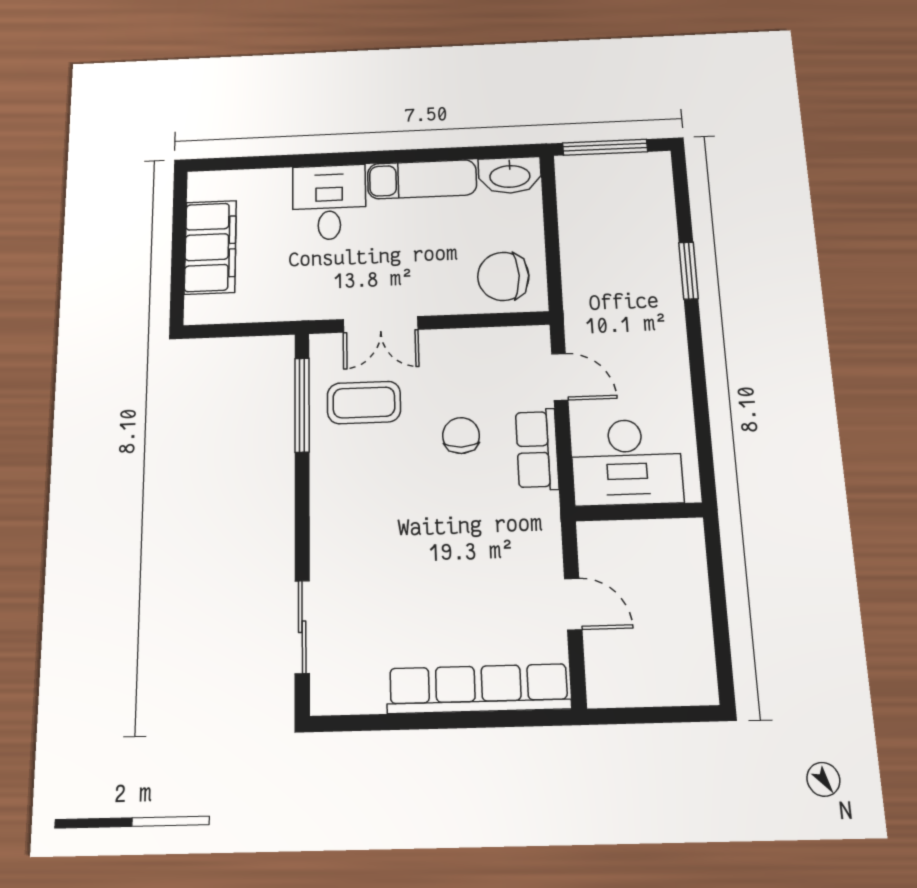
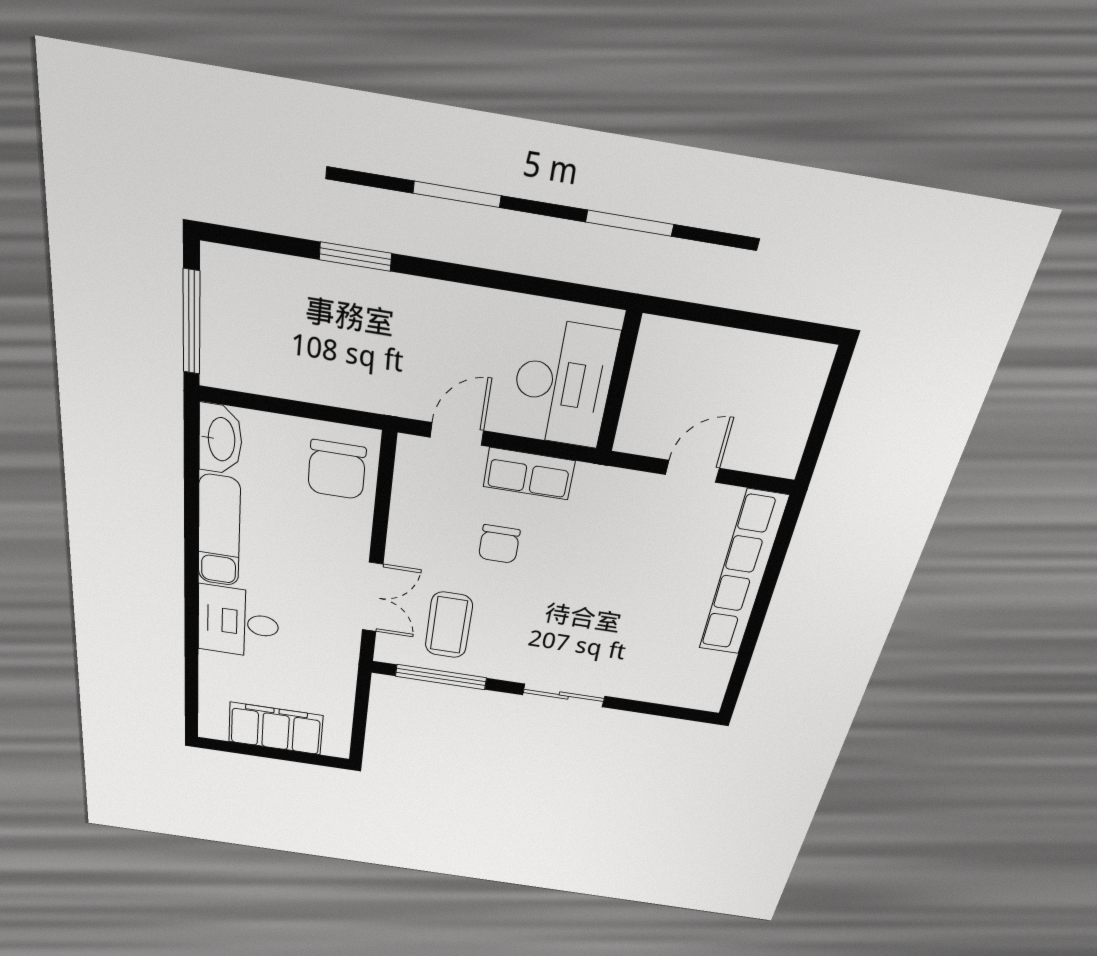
chair: (461, 436) -> (499, 544), turned -90
sliding door: (302, 627) -> (564, 695), moved

